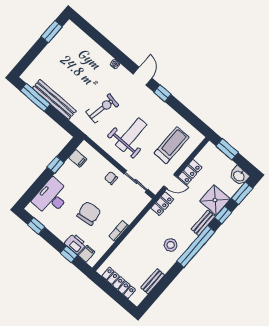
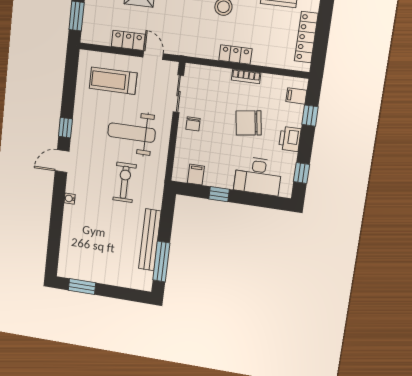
exercise bike: (102, 108) -> (125, 182), turned 78
locker: (162, 204) -> (235, 54), moved
printer: (75, 244) -> (290, 139), moved

